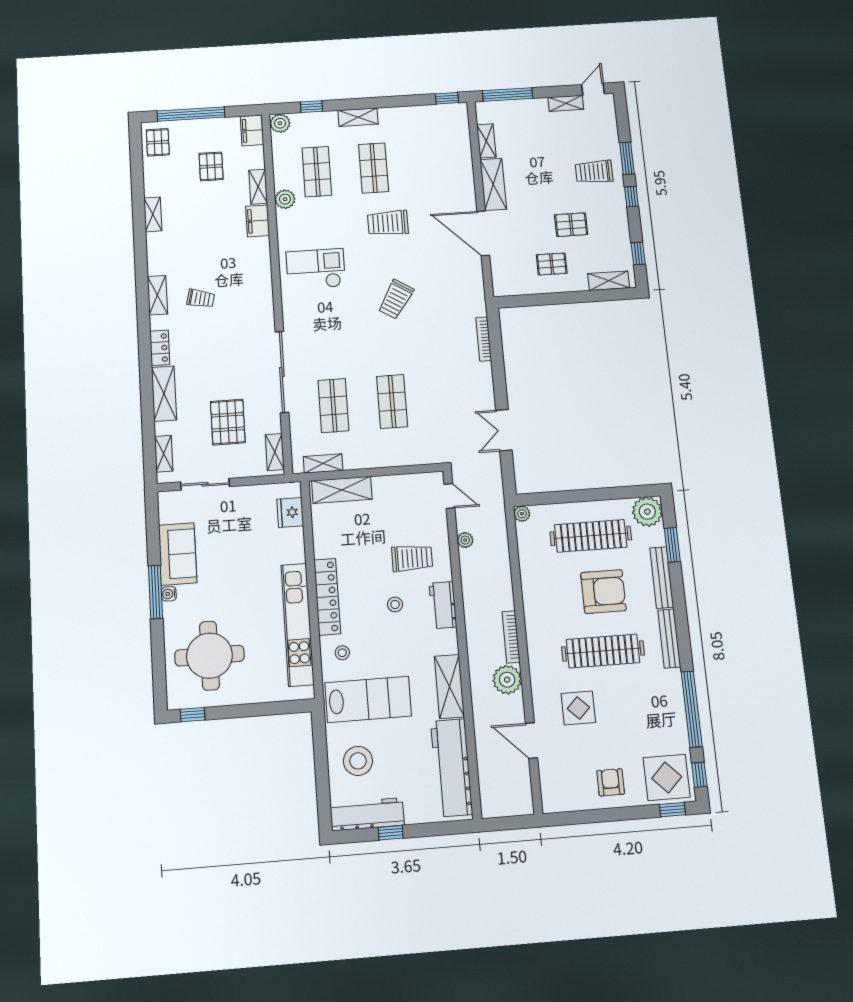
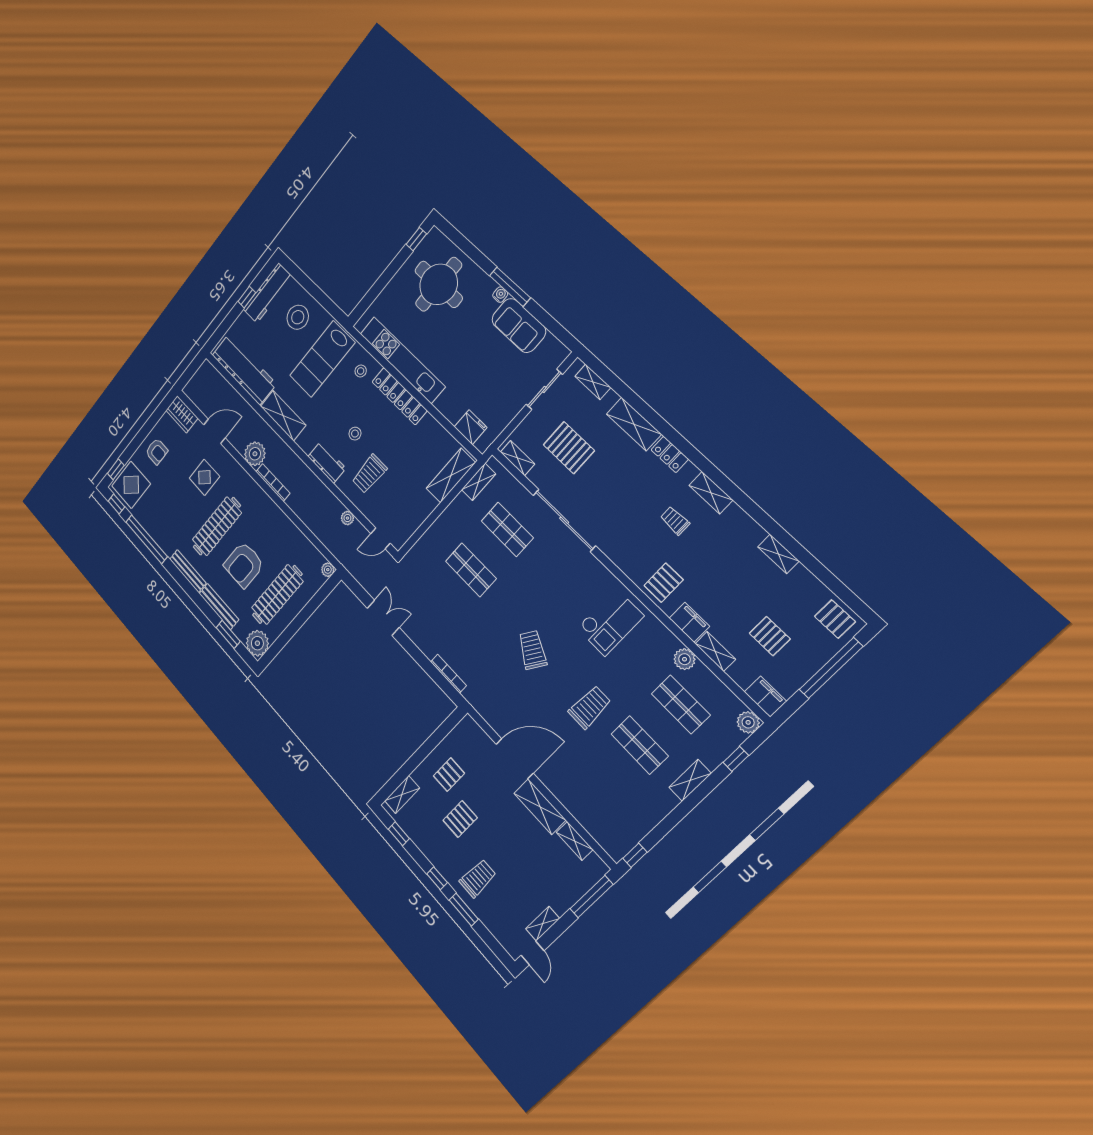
pallet: (250, 263) -> (664, 583), added
trolley: (201, 298) -> (675, 521), turned 77
wardrobe: (553, 791) -> (182, 414), added

